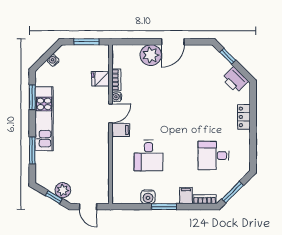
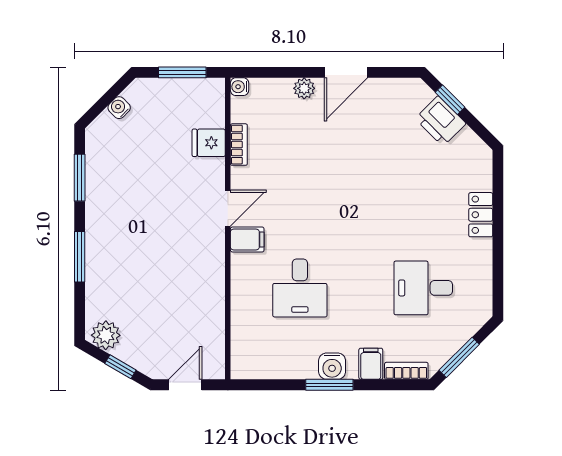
plant: (151, 55) -> (304, 88), width x0.53, depth x0.53
printer: (235, 80) -> (440, 121), moved
water cooler: (117, 97) -> (240, 87), moved
kitchen unit: (44, 119) -> (102, 218), removed
window: (32, 150) -> (80, 257), moved
plant: (63, 190) -> (106, 335), moved
water cooler: (148, 197) -> (332, 366), moved
door: (88, 207) -> (185, 385), swing flipped

